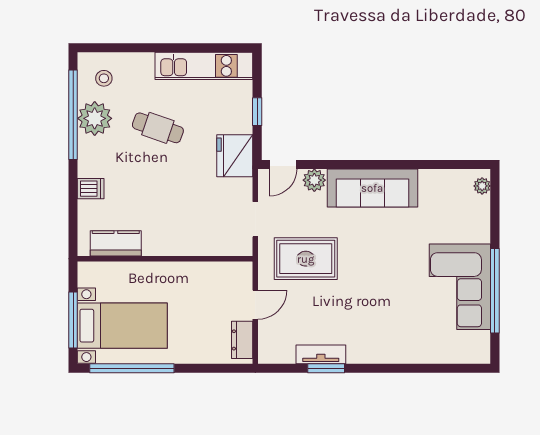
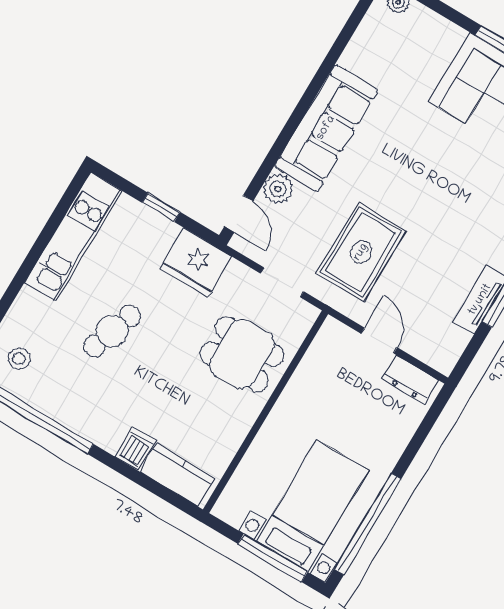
plant: (95, 118) -> (58, 396), removed
dining table: (193, 221) -> (242, 354), added
kitchen counter: (116, 243) -> (178, 475), moved, turned 90

